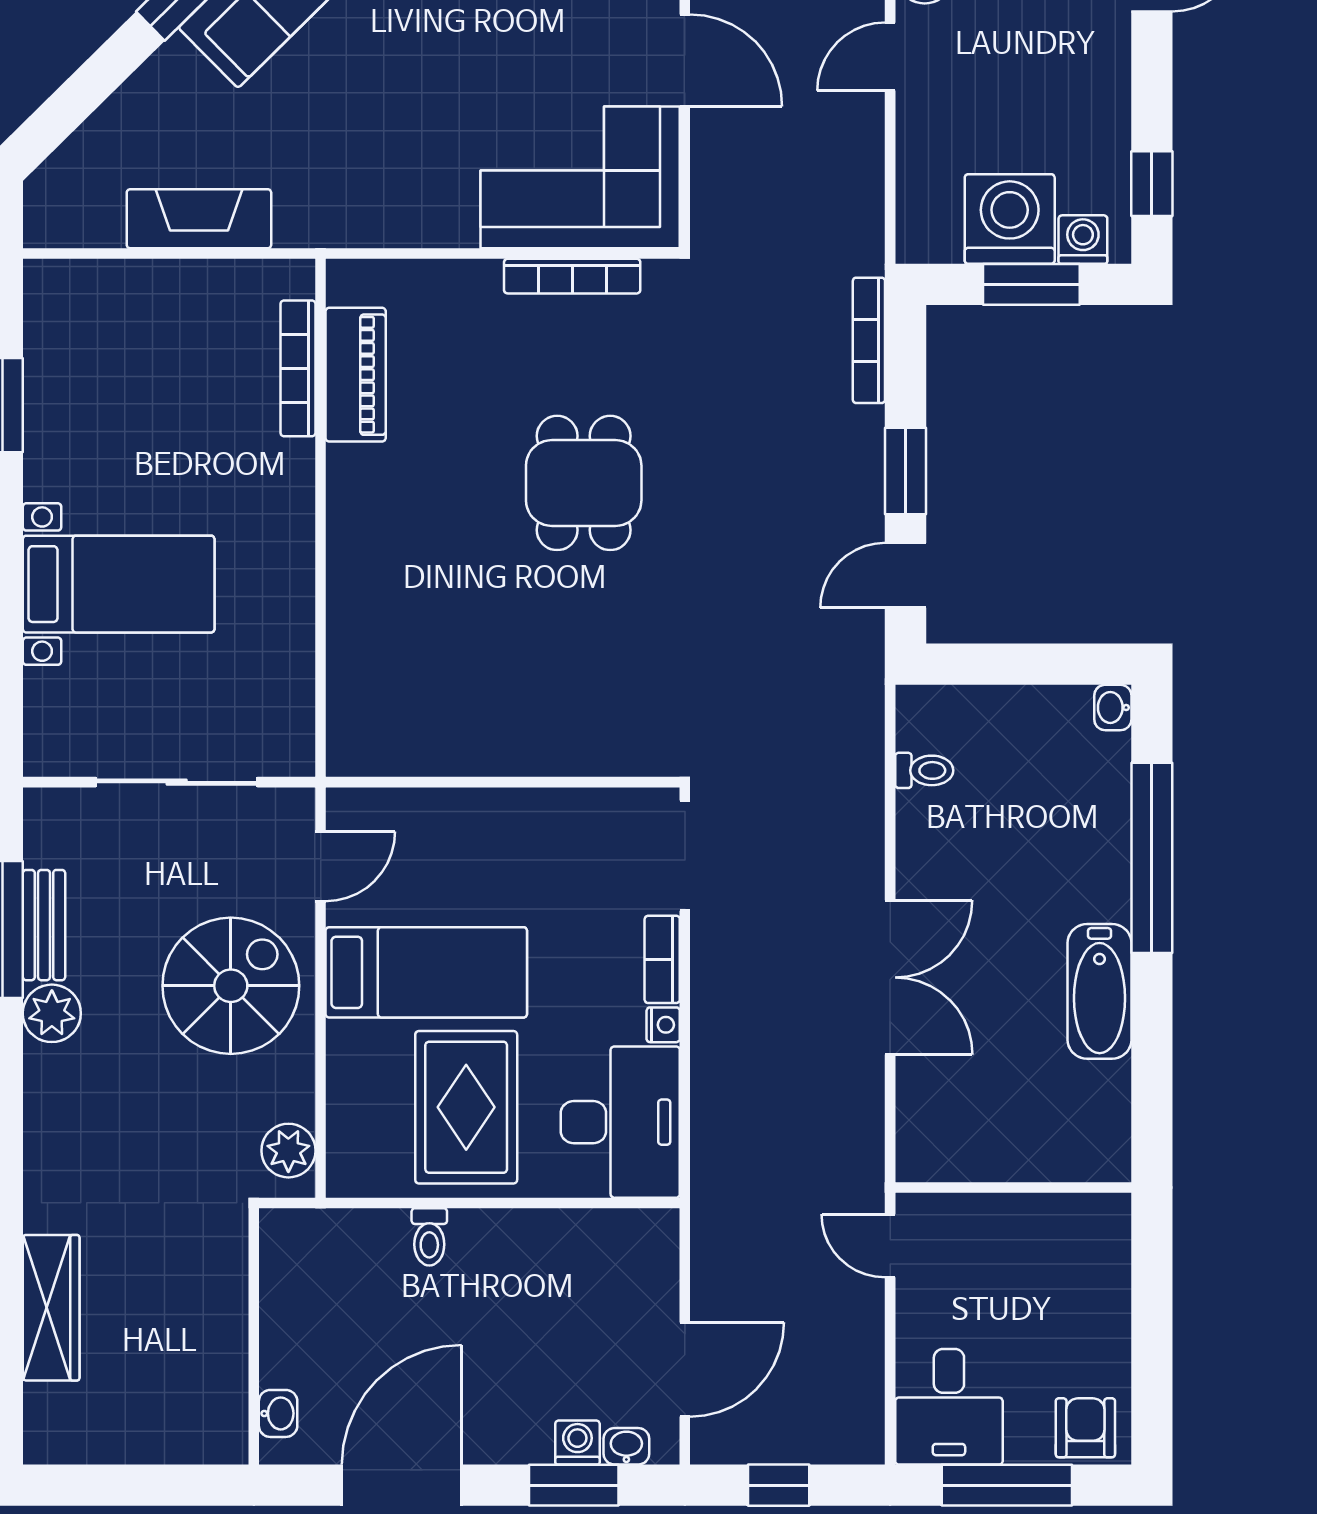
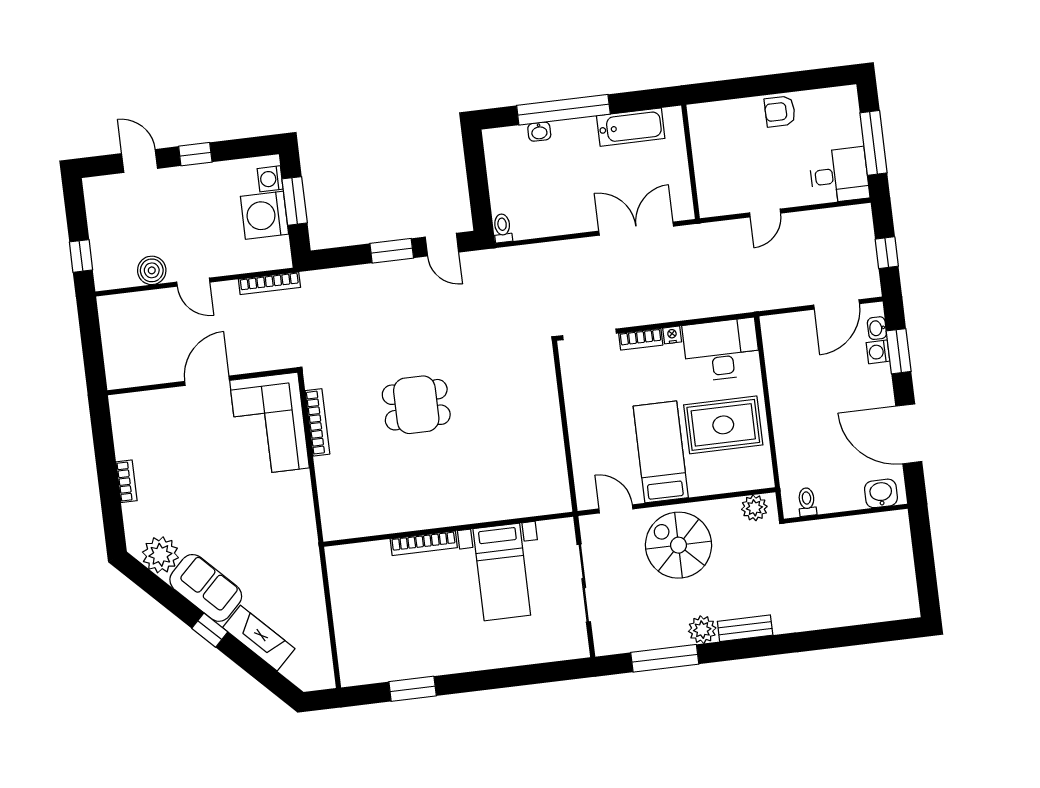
window: (1152, 184) -> (195, 154), moved
fireplace: (199, 219) -> (259, 638), moved, turned 135
bookcase: (869, 340) -> (269, 283), moved
bookcase: (298, 368) -> (424, 543), moved
piano: (356, 375) -> (377, 521), removed
bed with nightstands: (119, 584) -> (502, 572), moved, turned 180
washbasin: (1113, 707) -> (539, 132), moved
toilet: (924, 770) -> (503, 228), moved
bench: (44, 925) -> (745, 628), moved
wall: (1013, 1188) -> (691, 162), moved
toilet: (429, 1237) -> (807, 502), moved, turned -90
wardrobe: (51, 1308) -> (844, 613), removed
door: (685, 1369) -> (837, 304), swing flipped
washbasin: (278, 1413) -> (881, 493), width x1.38, depth x1.45
armchair: (1085, 1428) -> (780, 111), moved

